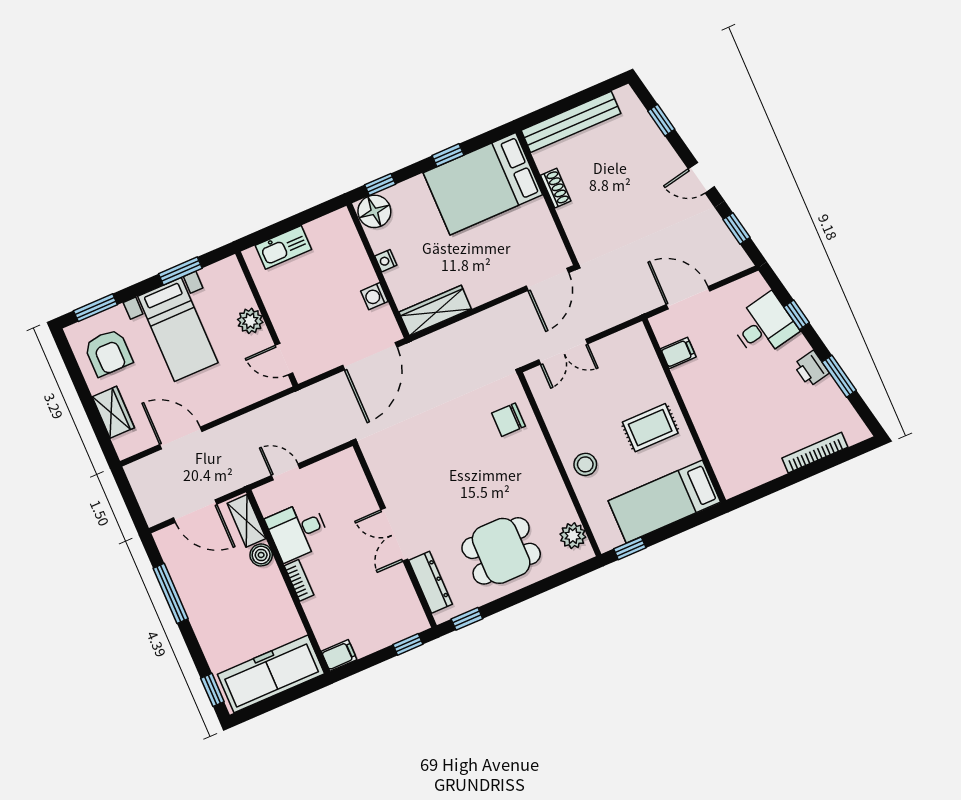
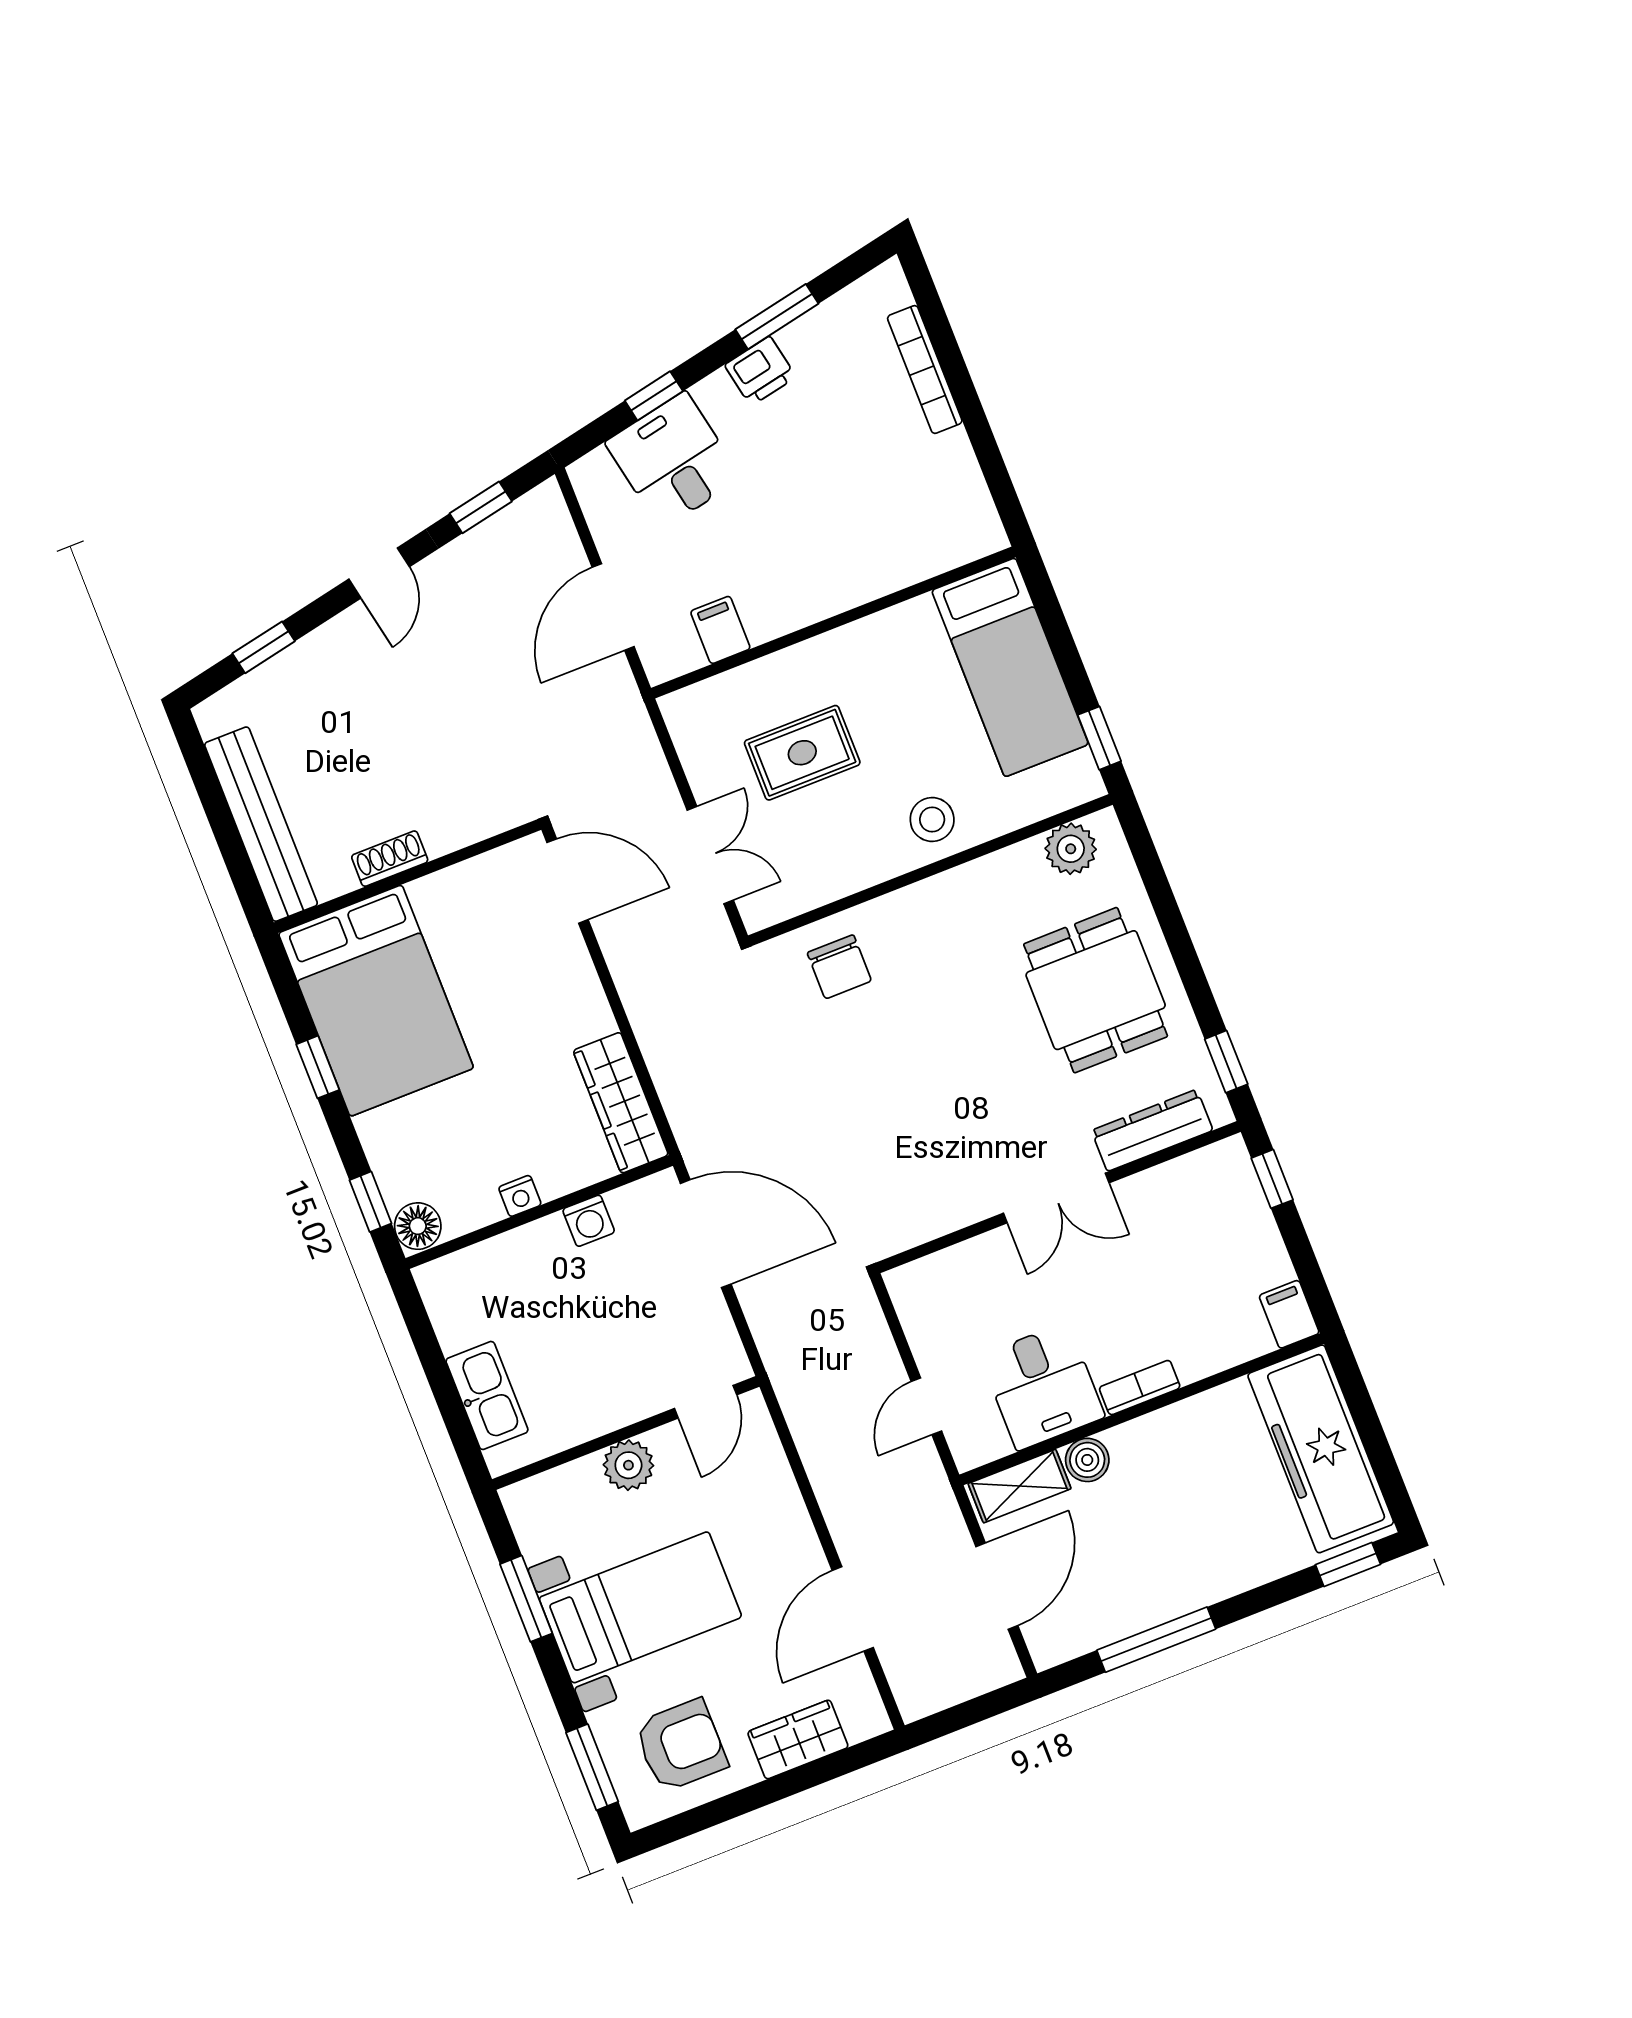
floor lamp: (374, 211) -> (418, 1226), width x0.73, depth x0.73
rug: (650, 428) -> (802, 753), moved, turned 90

